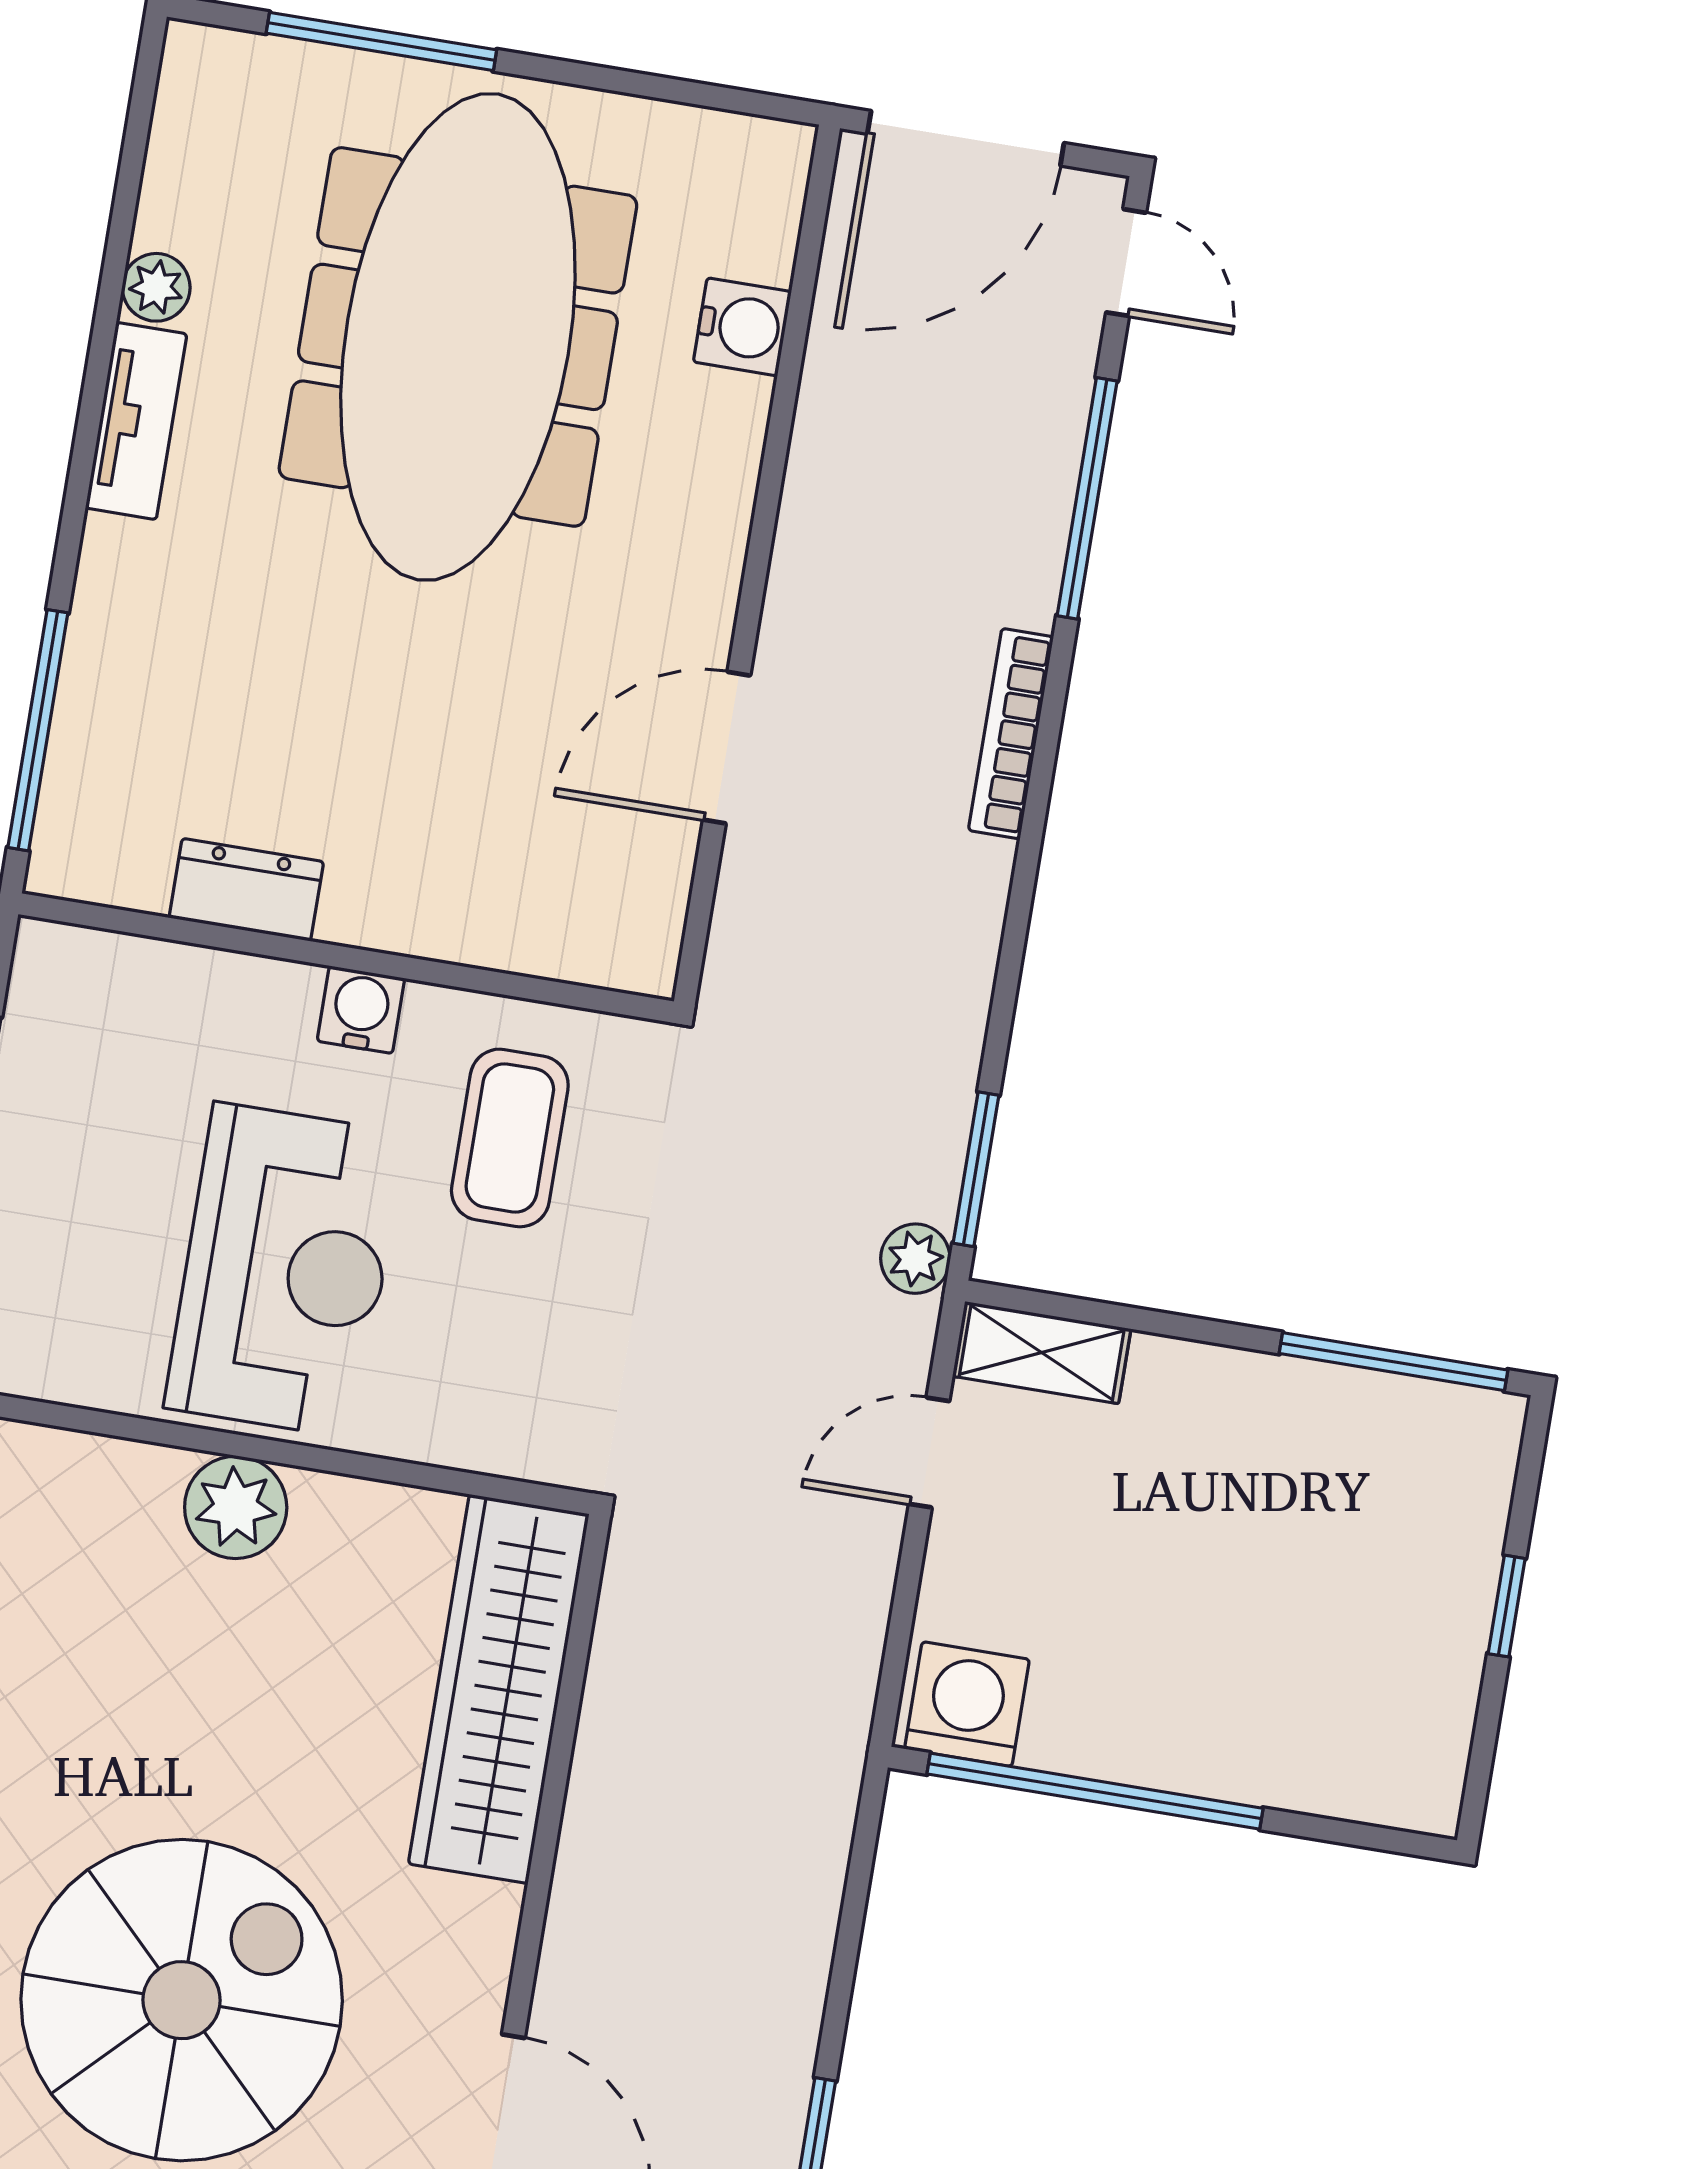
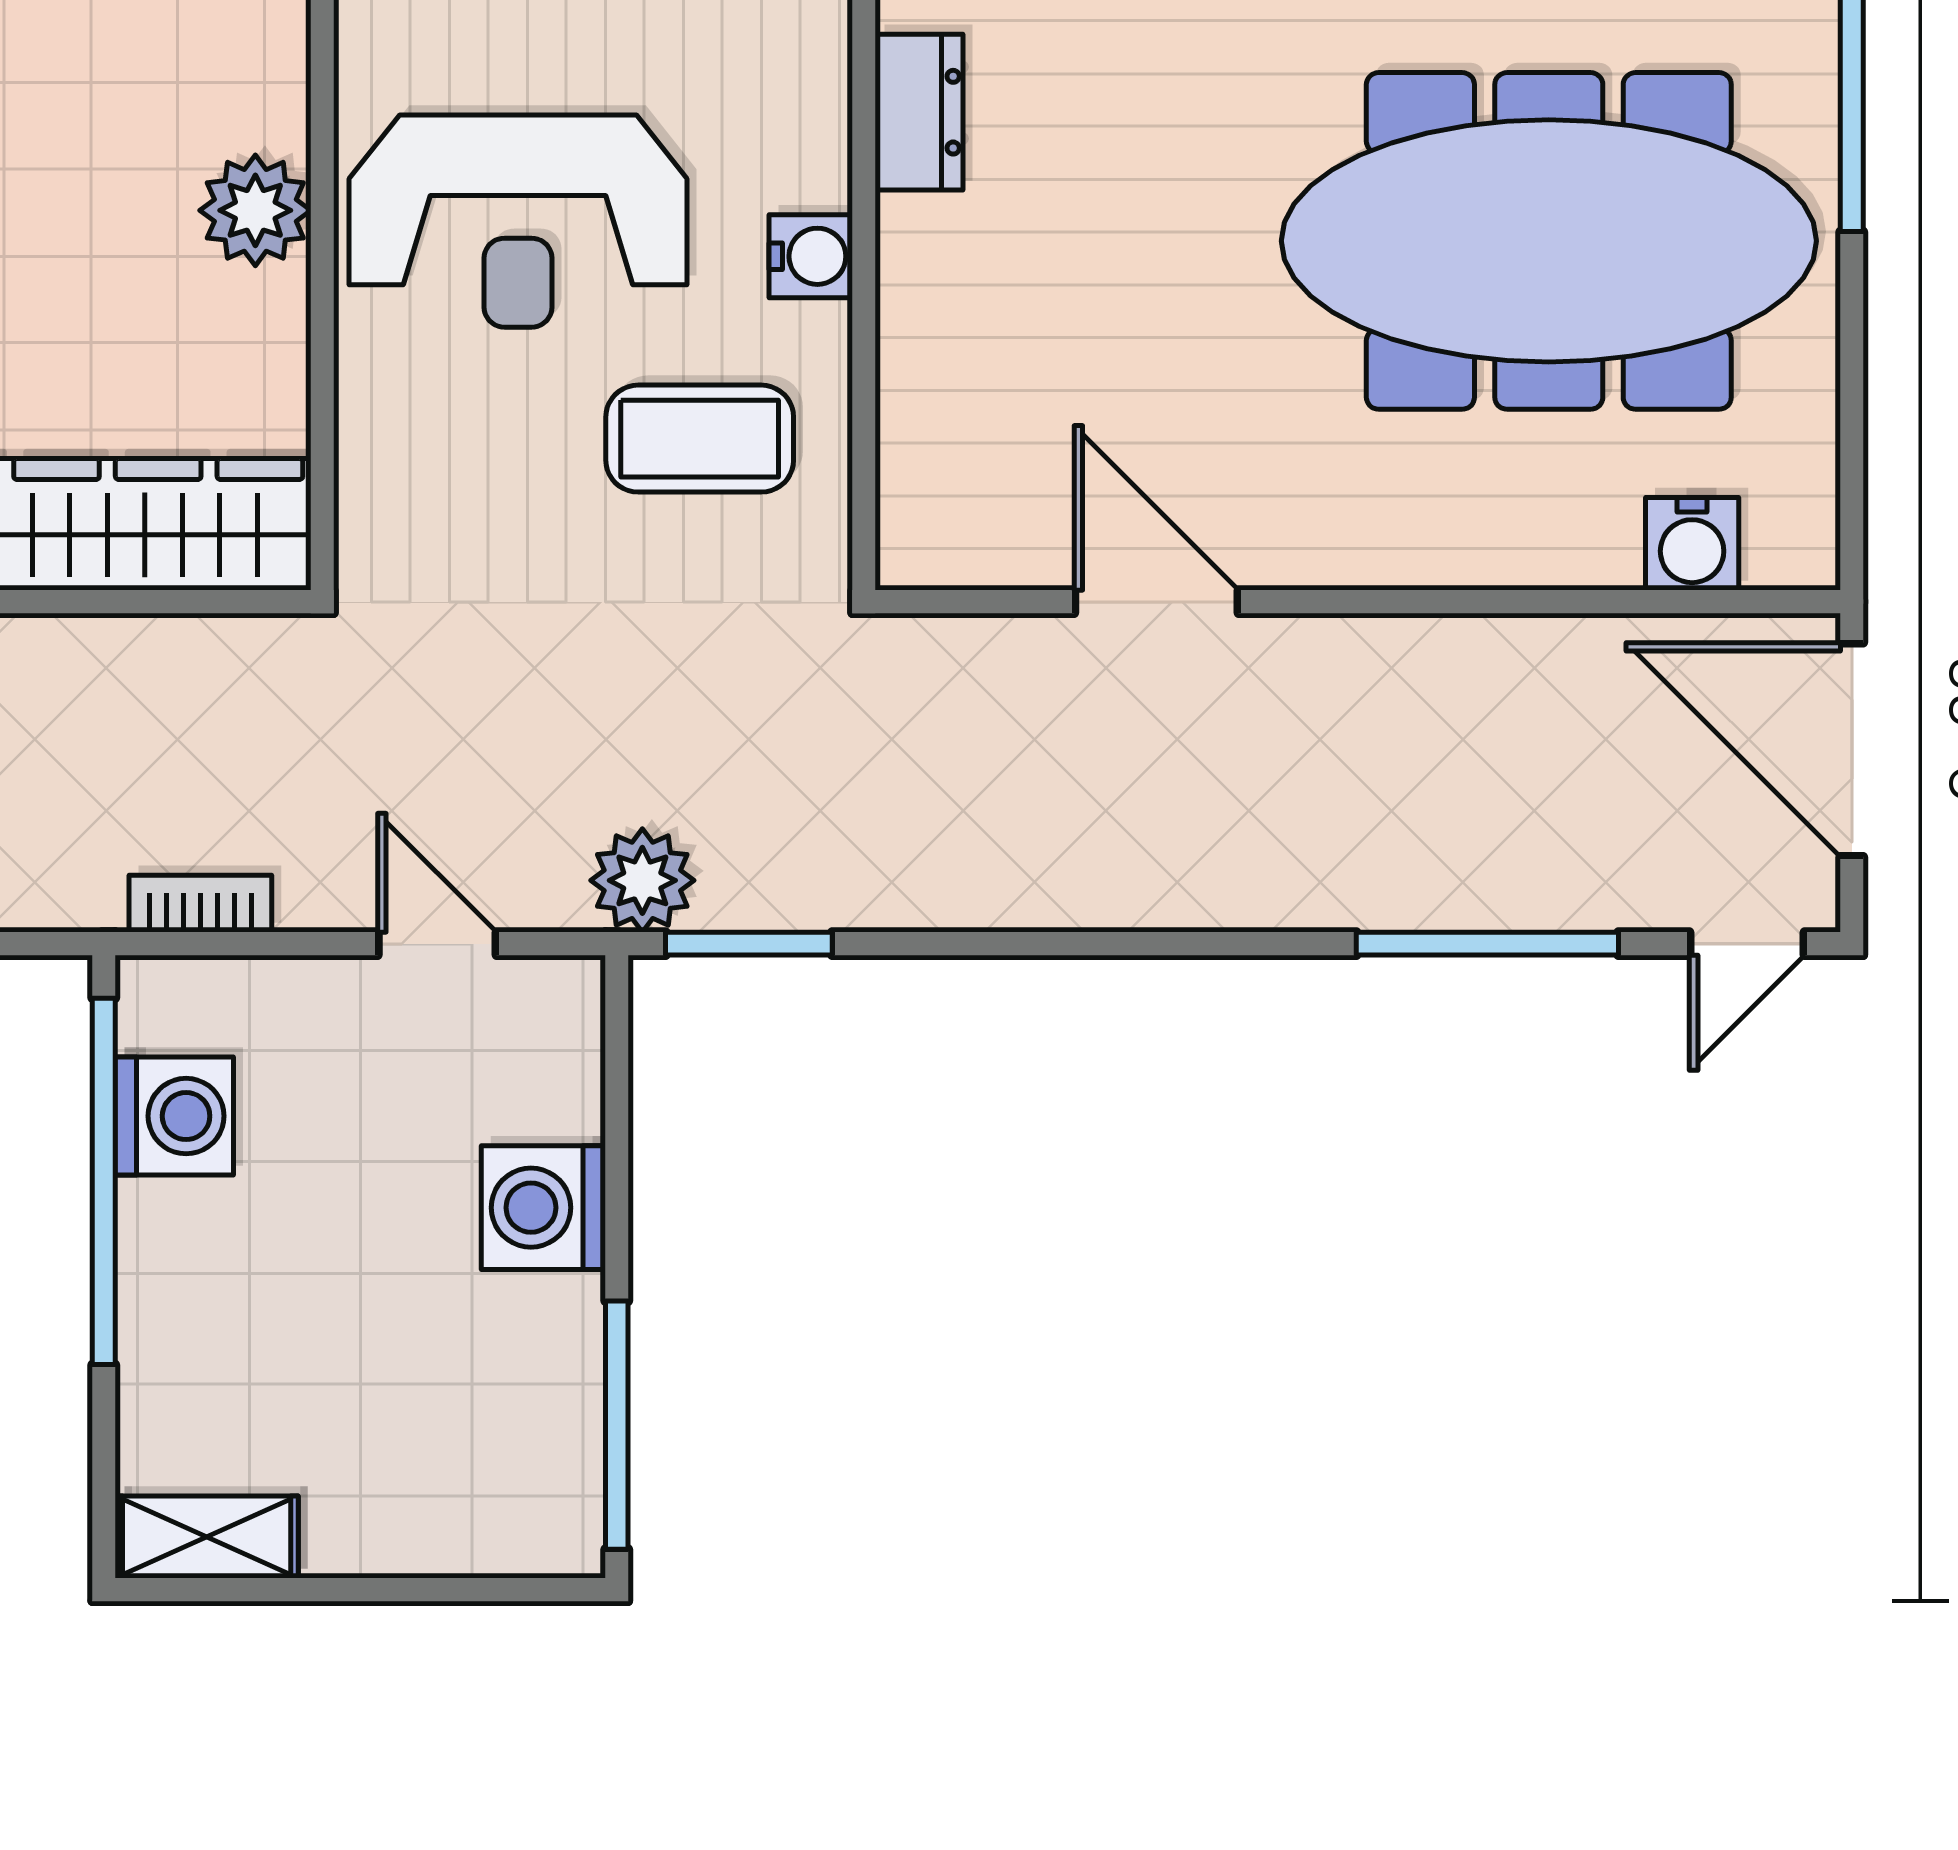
water cooler: (742, 327) -> (1692, 544), moved
bookcase: (1011, 734) -> (200, 904), moved, width x0.64
plant: (915, 1259) -> (642, 880), width x1.38, depth x1.38
shelving: (1042, 1353) -> (207, 1537), moved, turned 90
washing machine: (1185, 1396) -> (543, 1208), added
window: (1507, 1606) -> (375, 1590), removed
washing machine: (967, 1704) -> (174, 1116), moved

